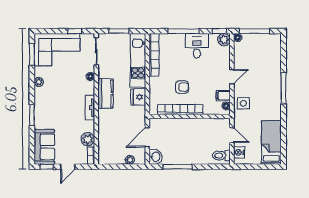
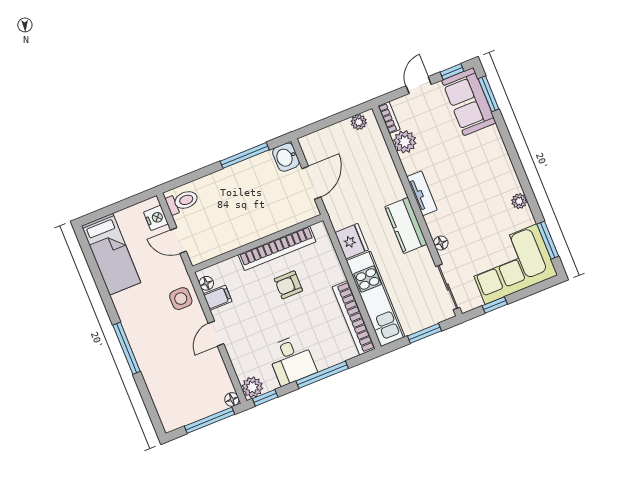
window: (32, 115) -> (489, 94), moved
plant: (130, 160) -> (359, 122), moved

